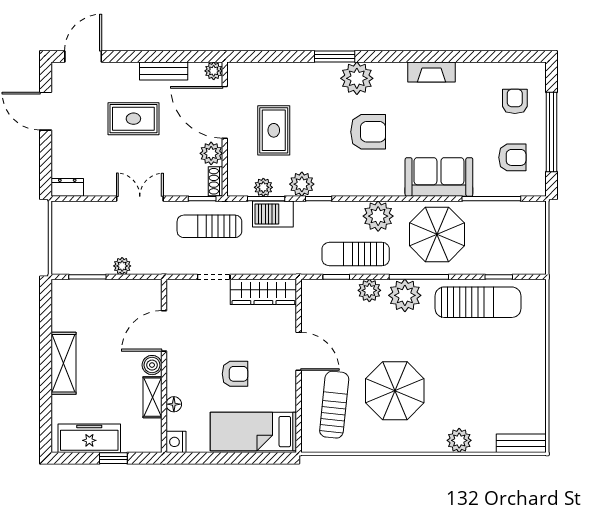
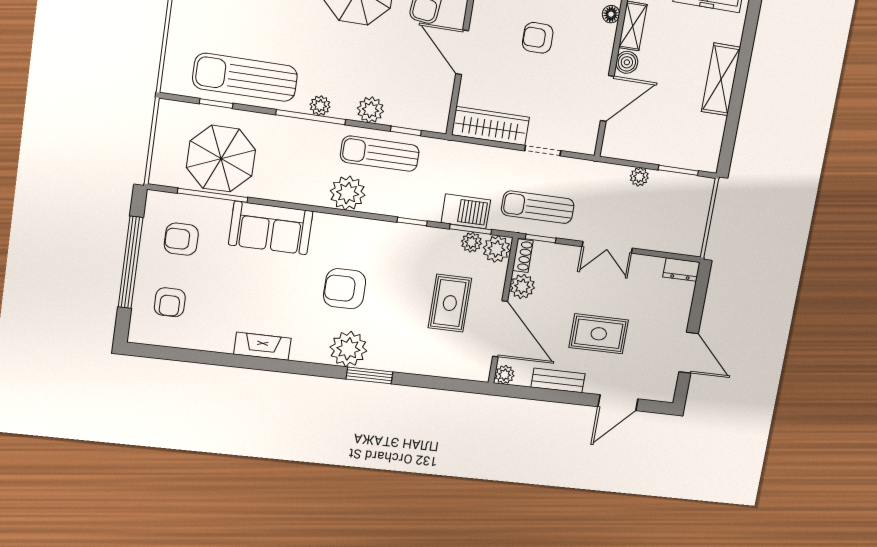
door: (83, 56) -> (618, 403), moved
plant: (302, 184) -> (497, 249), moved
sun lounger: (209, 226) -> (538, 207), turned 180
parasol: (437, 234) -> (221, 159), moved
sun lounger: (356, 254) -> (380, 154), turned 180
plant: (405, 295) -> (320, 106), width x0.53, depth x0.53

